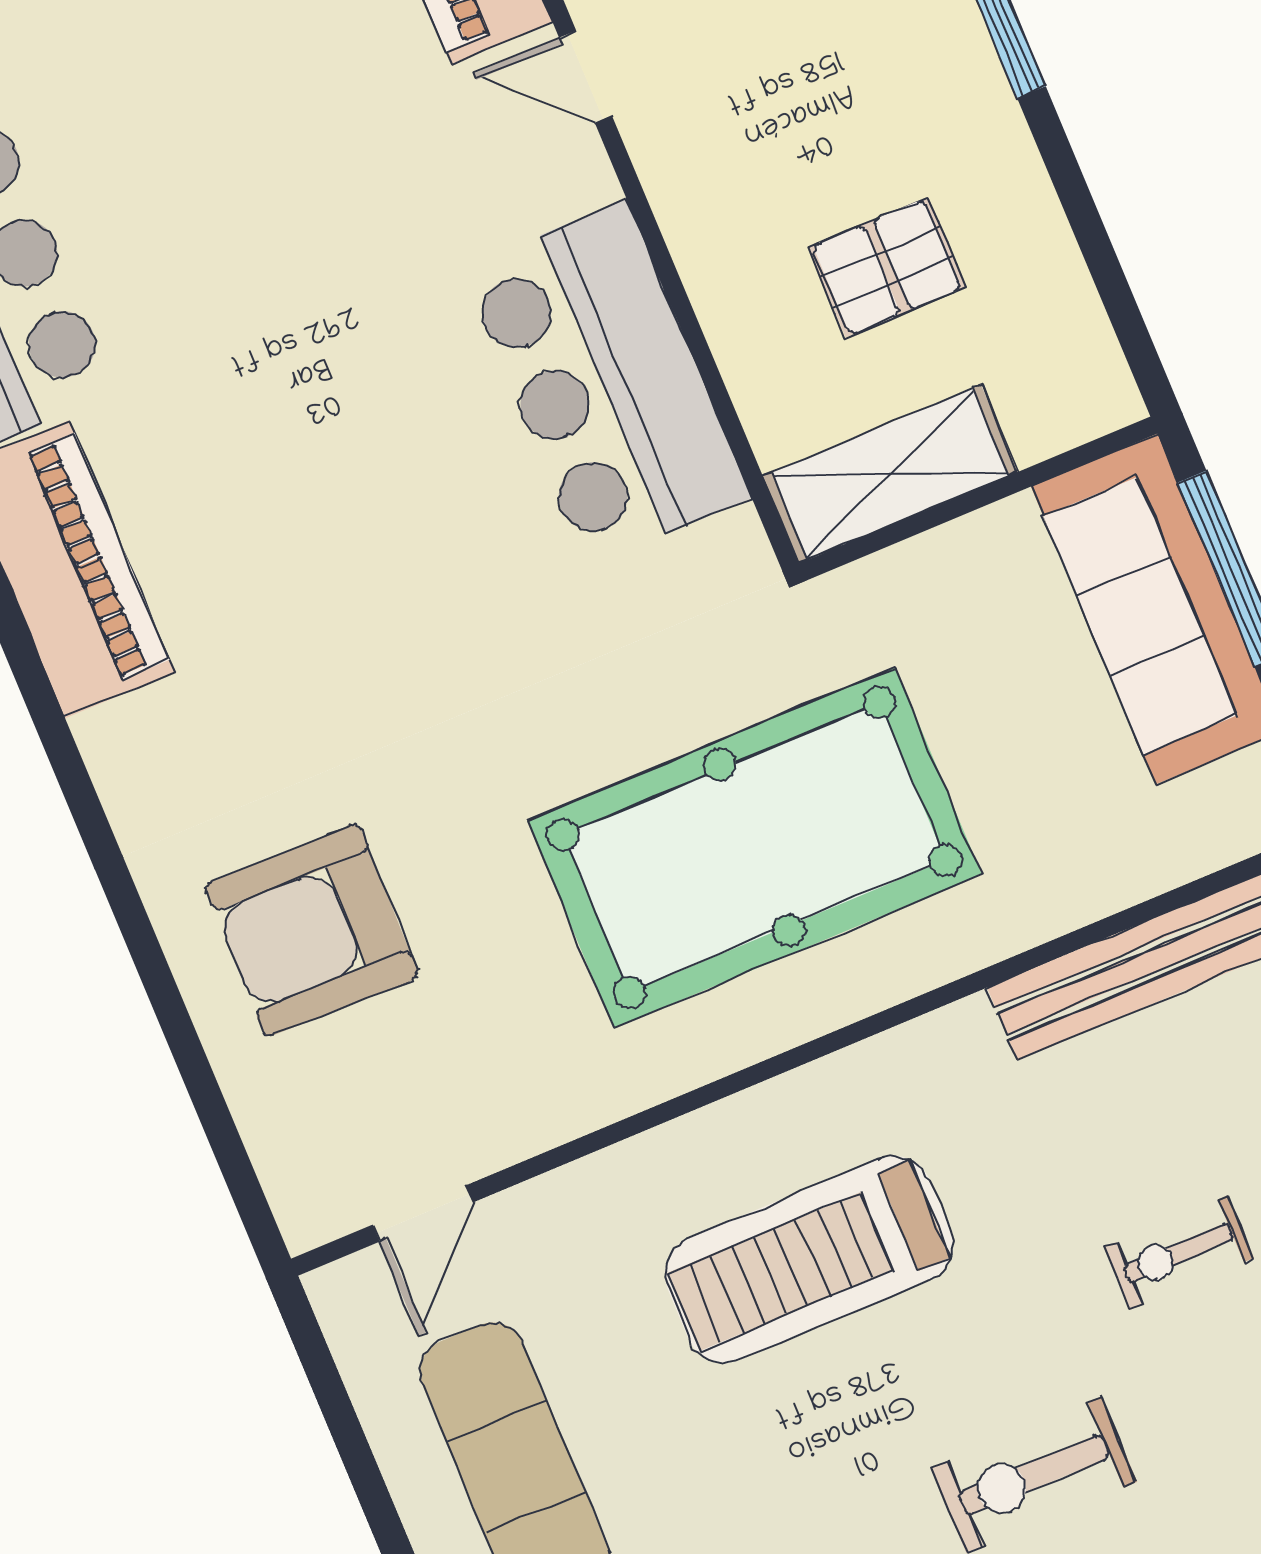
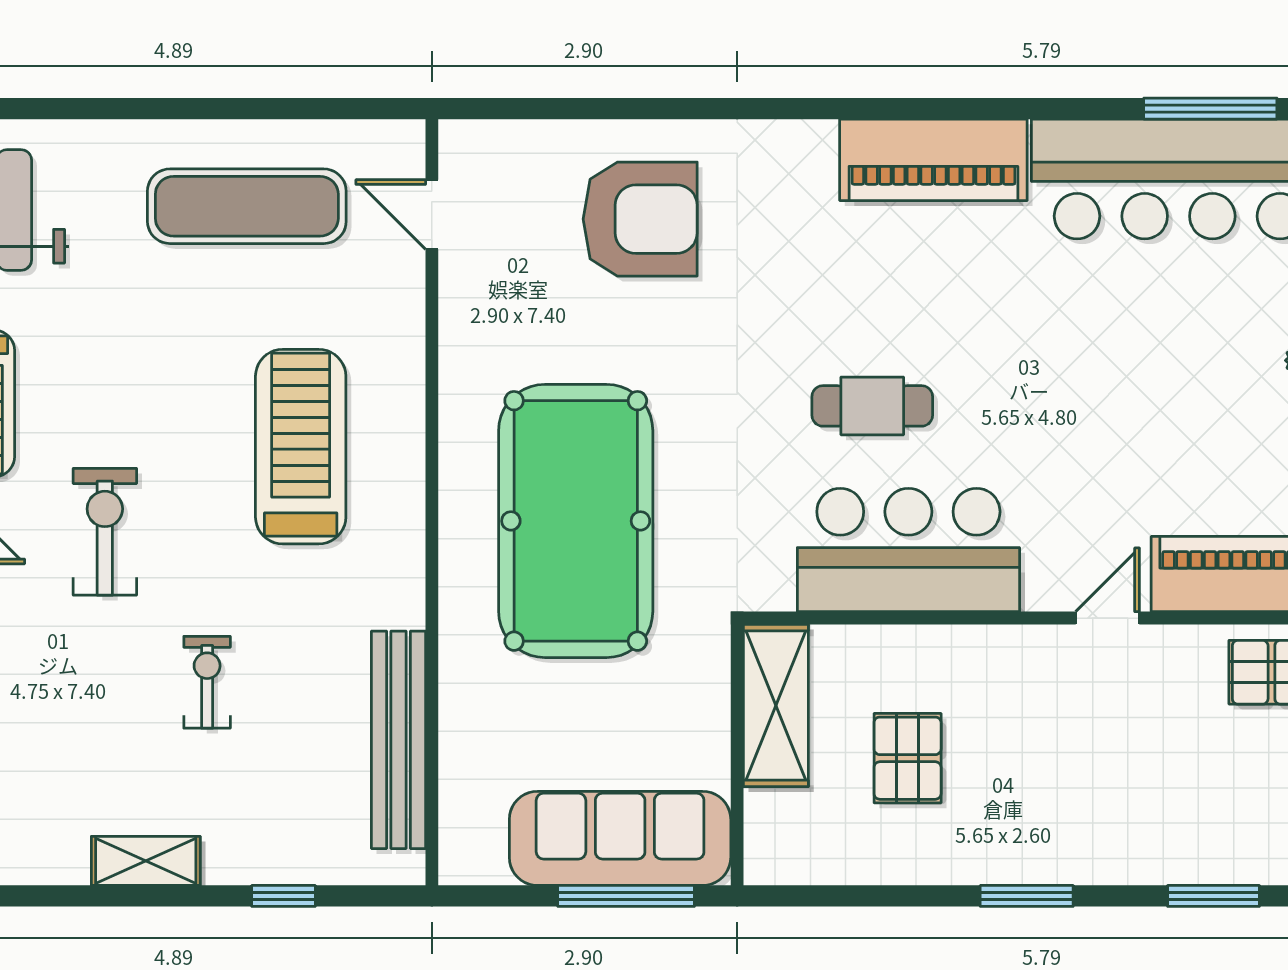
cafe table: (433, 513) -> (872, 406), added
armchair: (312, 931) -> (640, 219), turned 89

